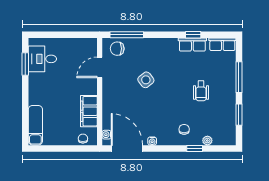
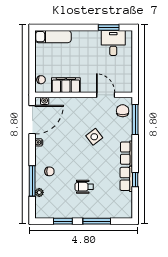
row of seats: (222, 44) -> (127, 153), moved
window: (195, 148) -> (32, 181), width x2.17

